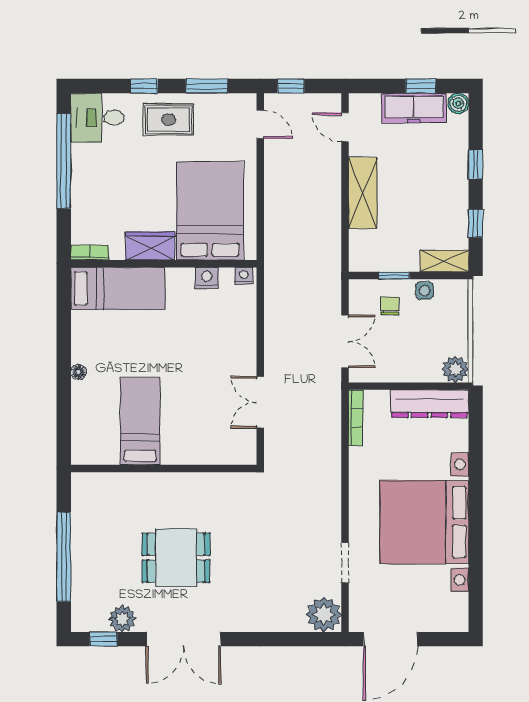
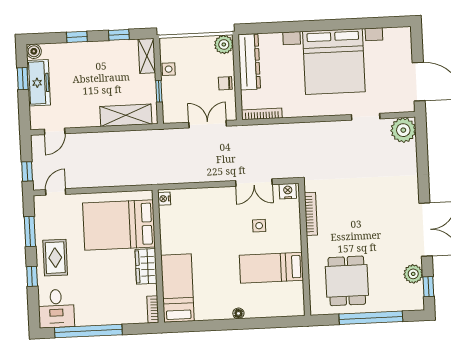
shelving: (363, 193) -> (126, 115), moved
nightstand: (207, 278) -> (288, 191), moved, turned 90
chair: (390, 306) -> (225, 83), moved
side table: (200, 407) -> (259, 226), added
bookcase: (213, 480) -> (311, 214), added
dining table: (176, 558) -> (347, 281), moved

